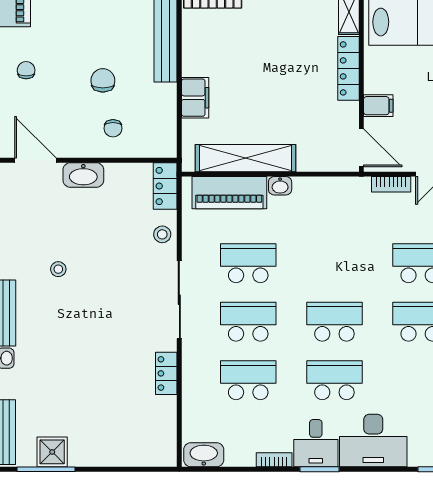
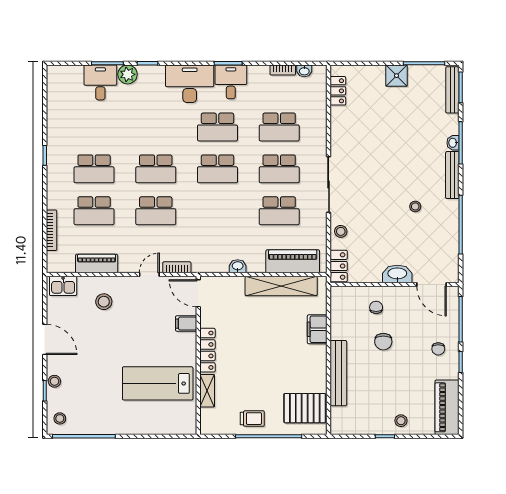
washbasin: (280, 186) -> (238, 266), moved
locker: (166, 373) -> (338, 91), moved
shower: (52, 452) -> (397, 76), moved
washbasin: (204, 455) -> (304, 71), width x0.52, depth x0.69
bookcase: (274, 460) -> (283, 70), moved

